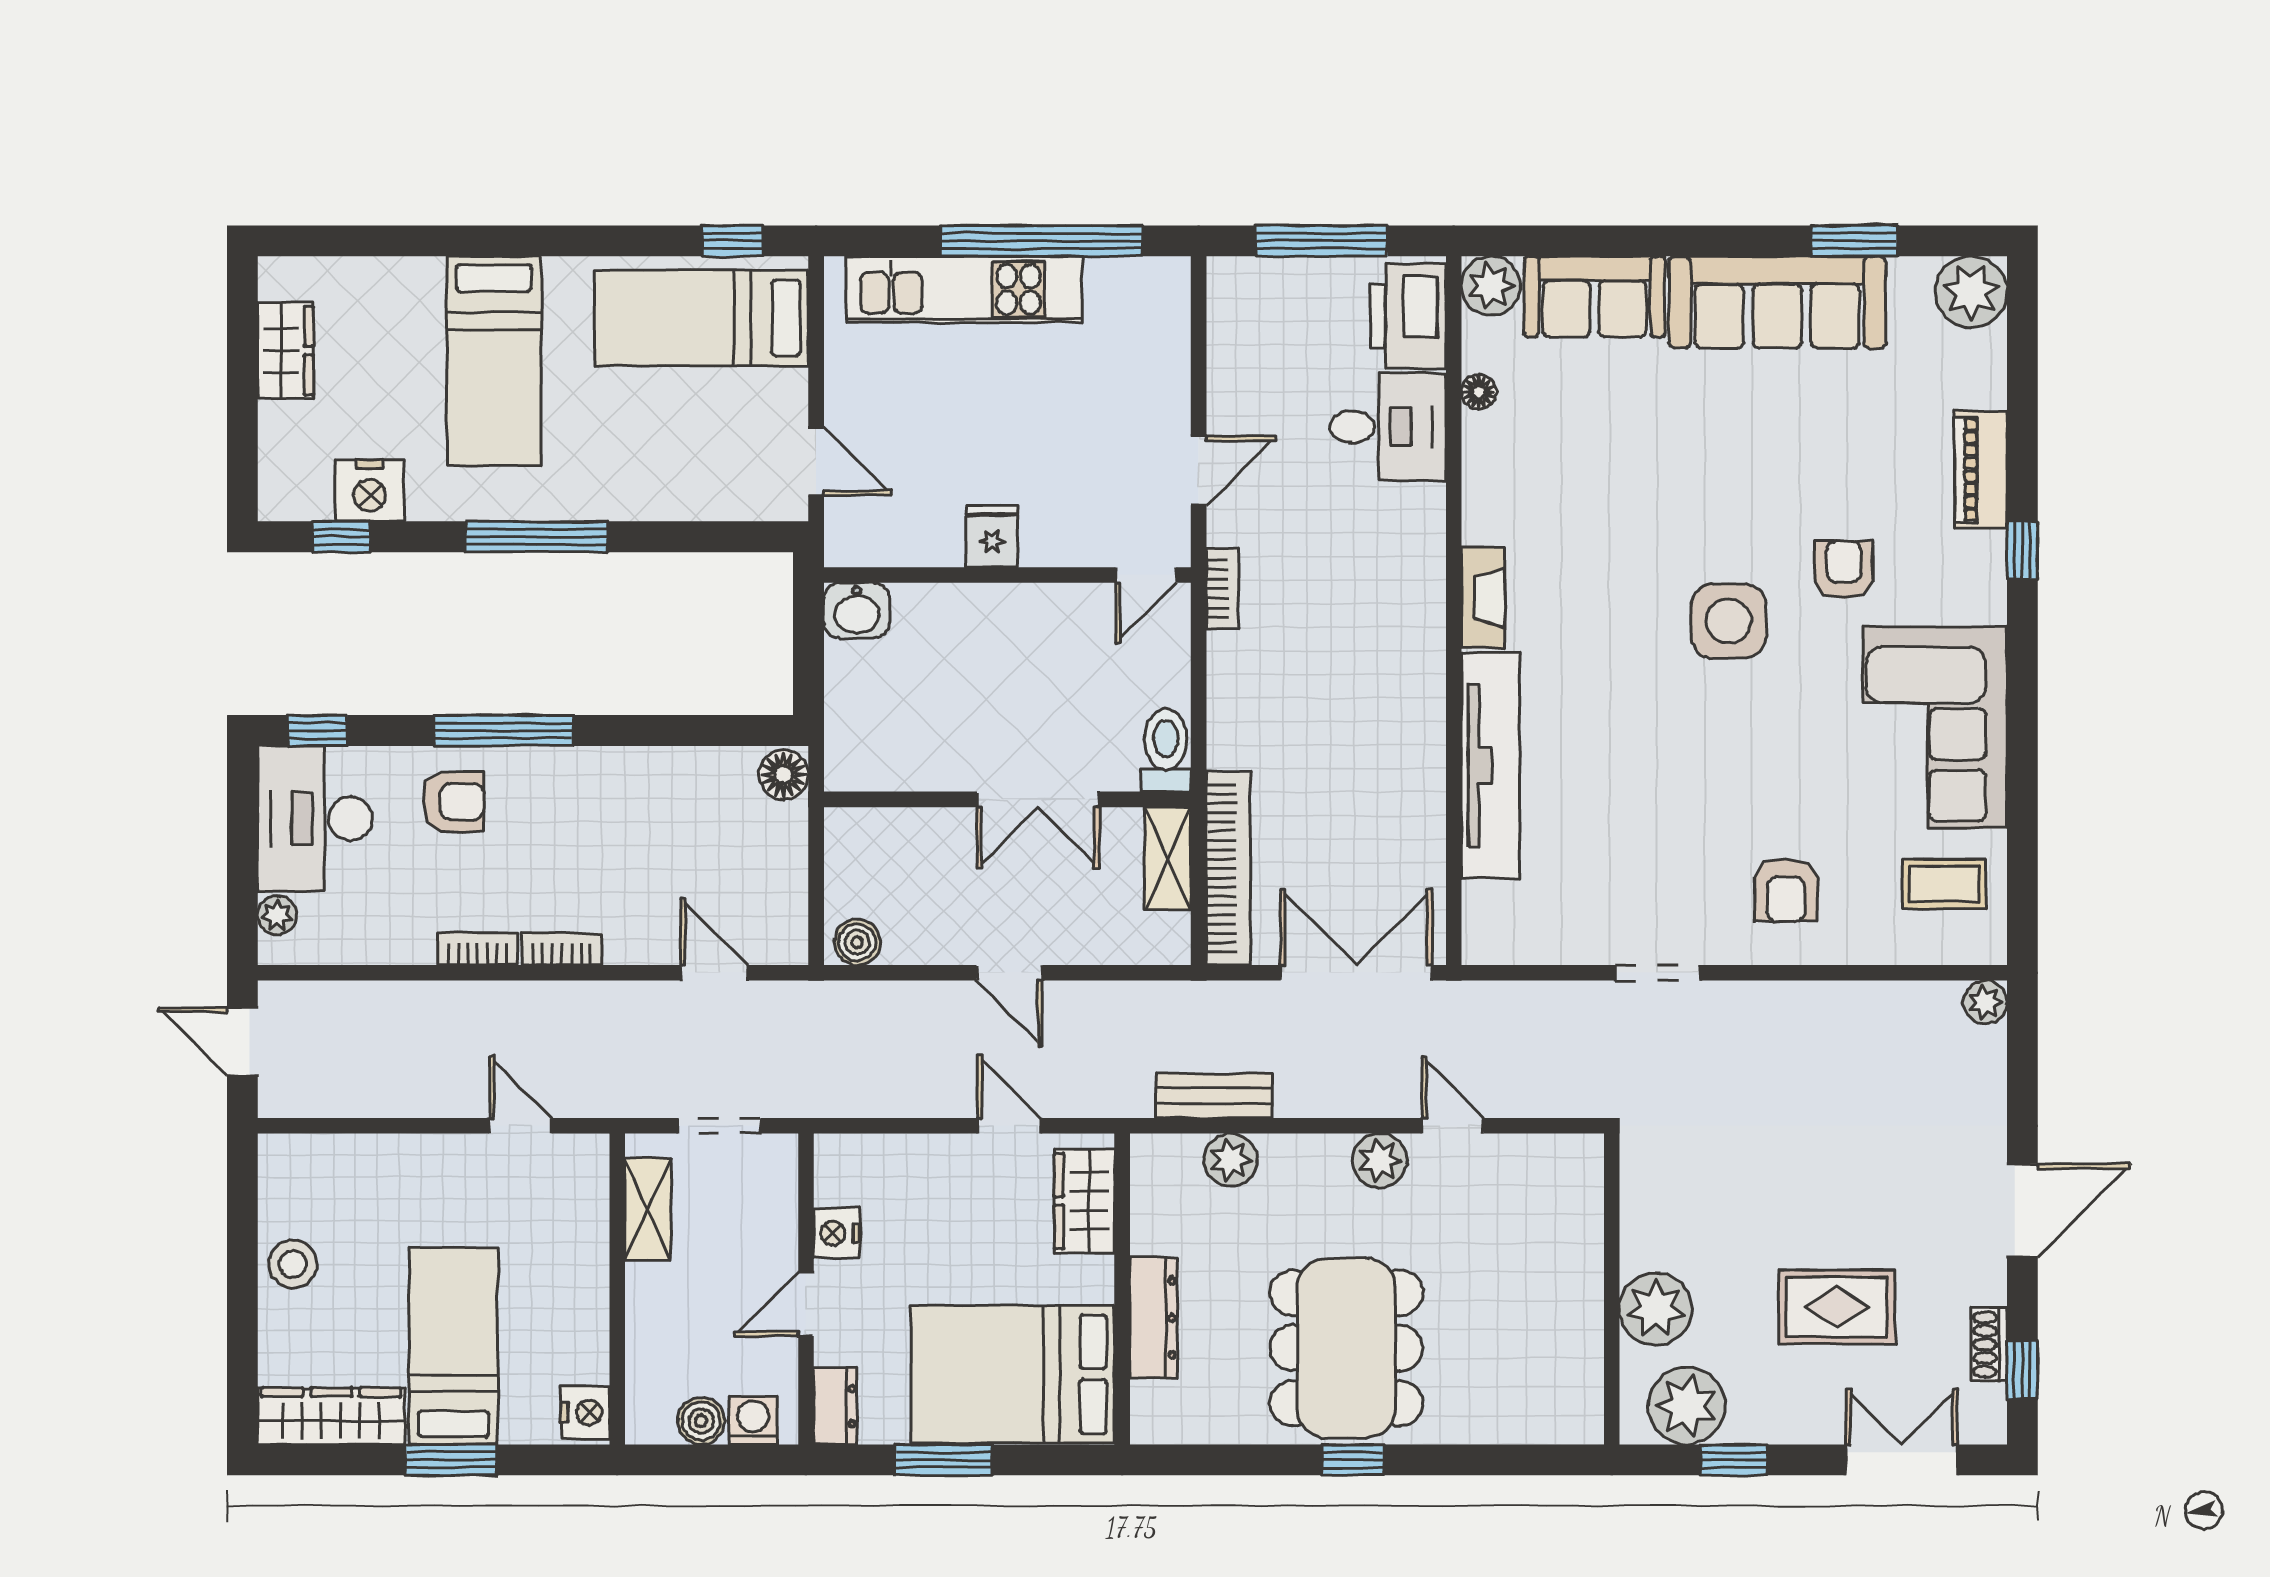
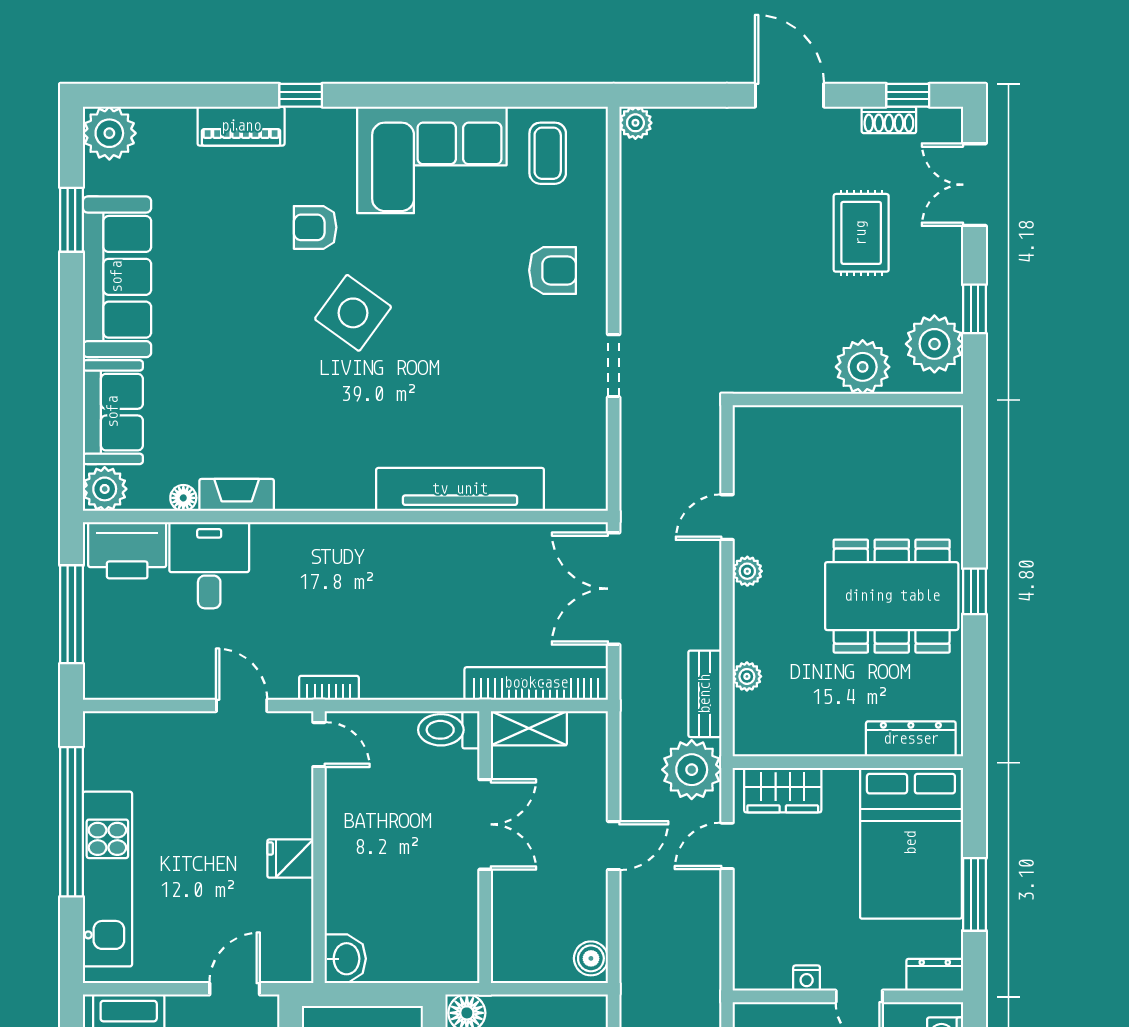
fireplace: (1483, 598) -> (237, 495), moved
side table: (1729, 621) -> (353, 313), turned 36
plant: (1112, 1078) -> (692, 770), added
plant: (1231, 1160) -> (747, 676), width x0.73, depth x0.73
plant: (1380, 1161) -> (747, 571), width x0.73, depth x0.73
nightstand: (837, 1233) -> (807, 978), width x0.72, depth x0.74
dresser: (1153, 1318) -> (911, 739), moved

